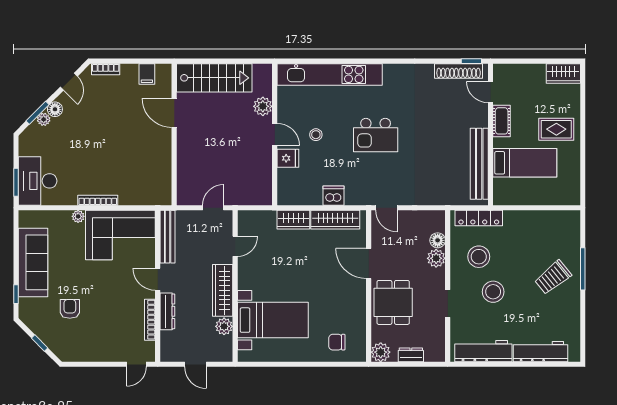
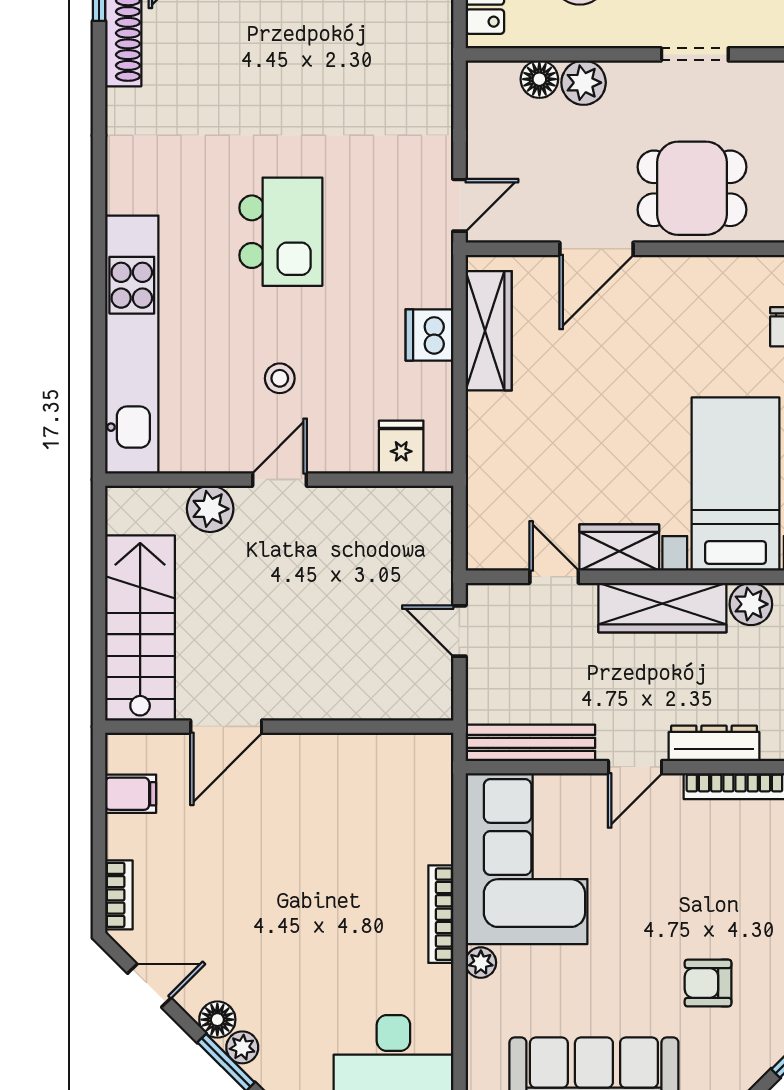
fridge: (288, 158) -> (401, 447), moved
wardrobe: (293, 220) -> (619, 548), moved, turned -90

